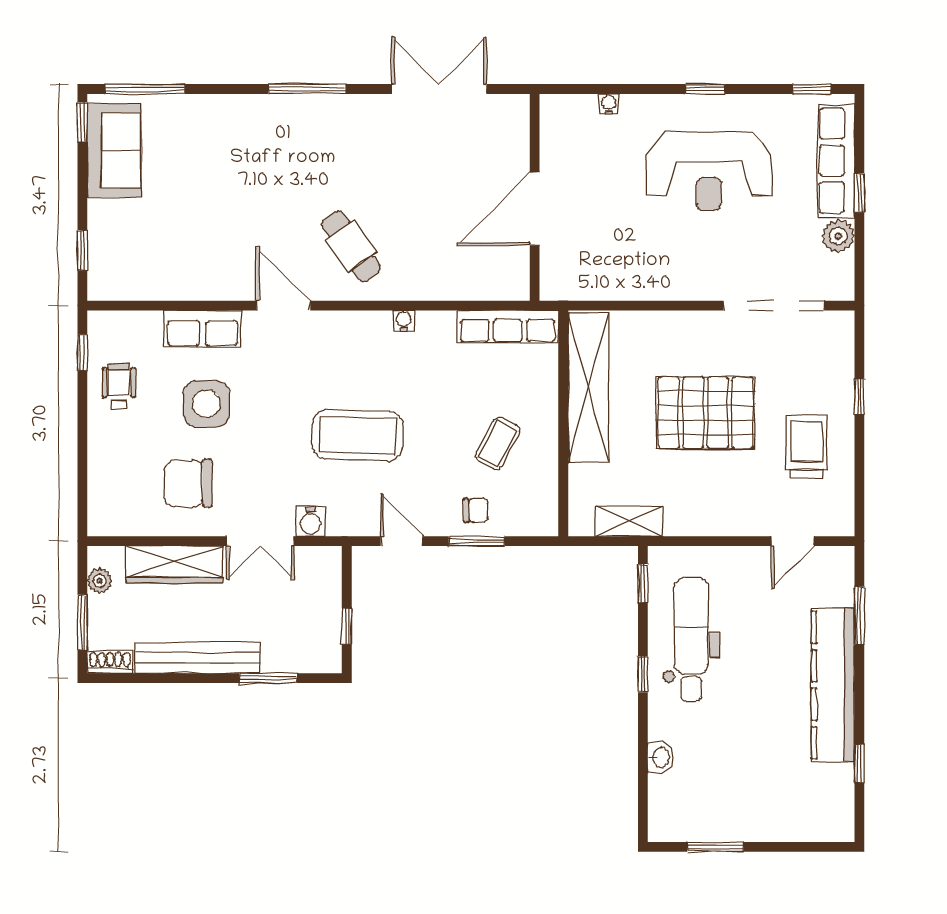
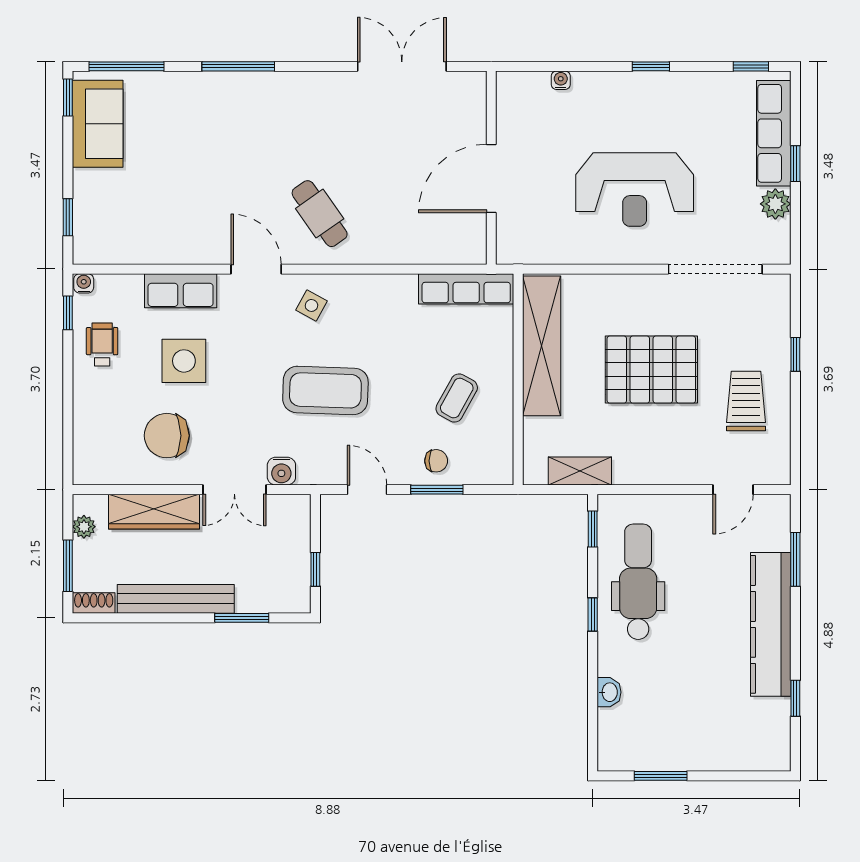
window: (307, 89) -> (238, 66), moved
reception desk: (709, 171) -> (635, 190), moved
water cooler: (404, 321) -> (84, 283), moved
side table: (343, 344) -> (311, 305), added

